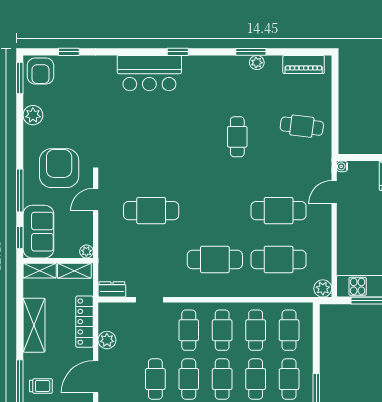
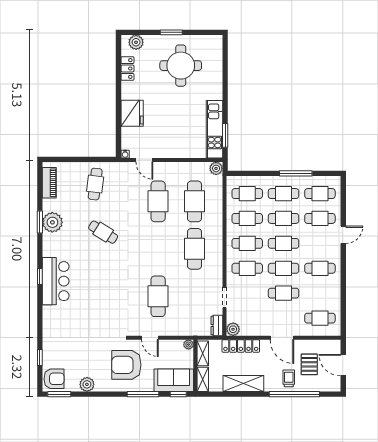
plant: (257, 63) -> (52, 222), width x1.88, depth x1.88
bar counter: (149, 73) -> (56, 281), moved
cafe table: (237, 137) -> (103, 232), turned 32
plant: (107, 340) -> (233, 329), moved

